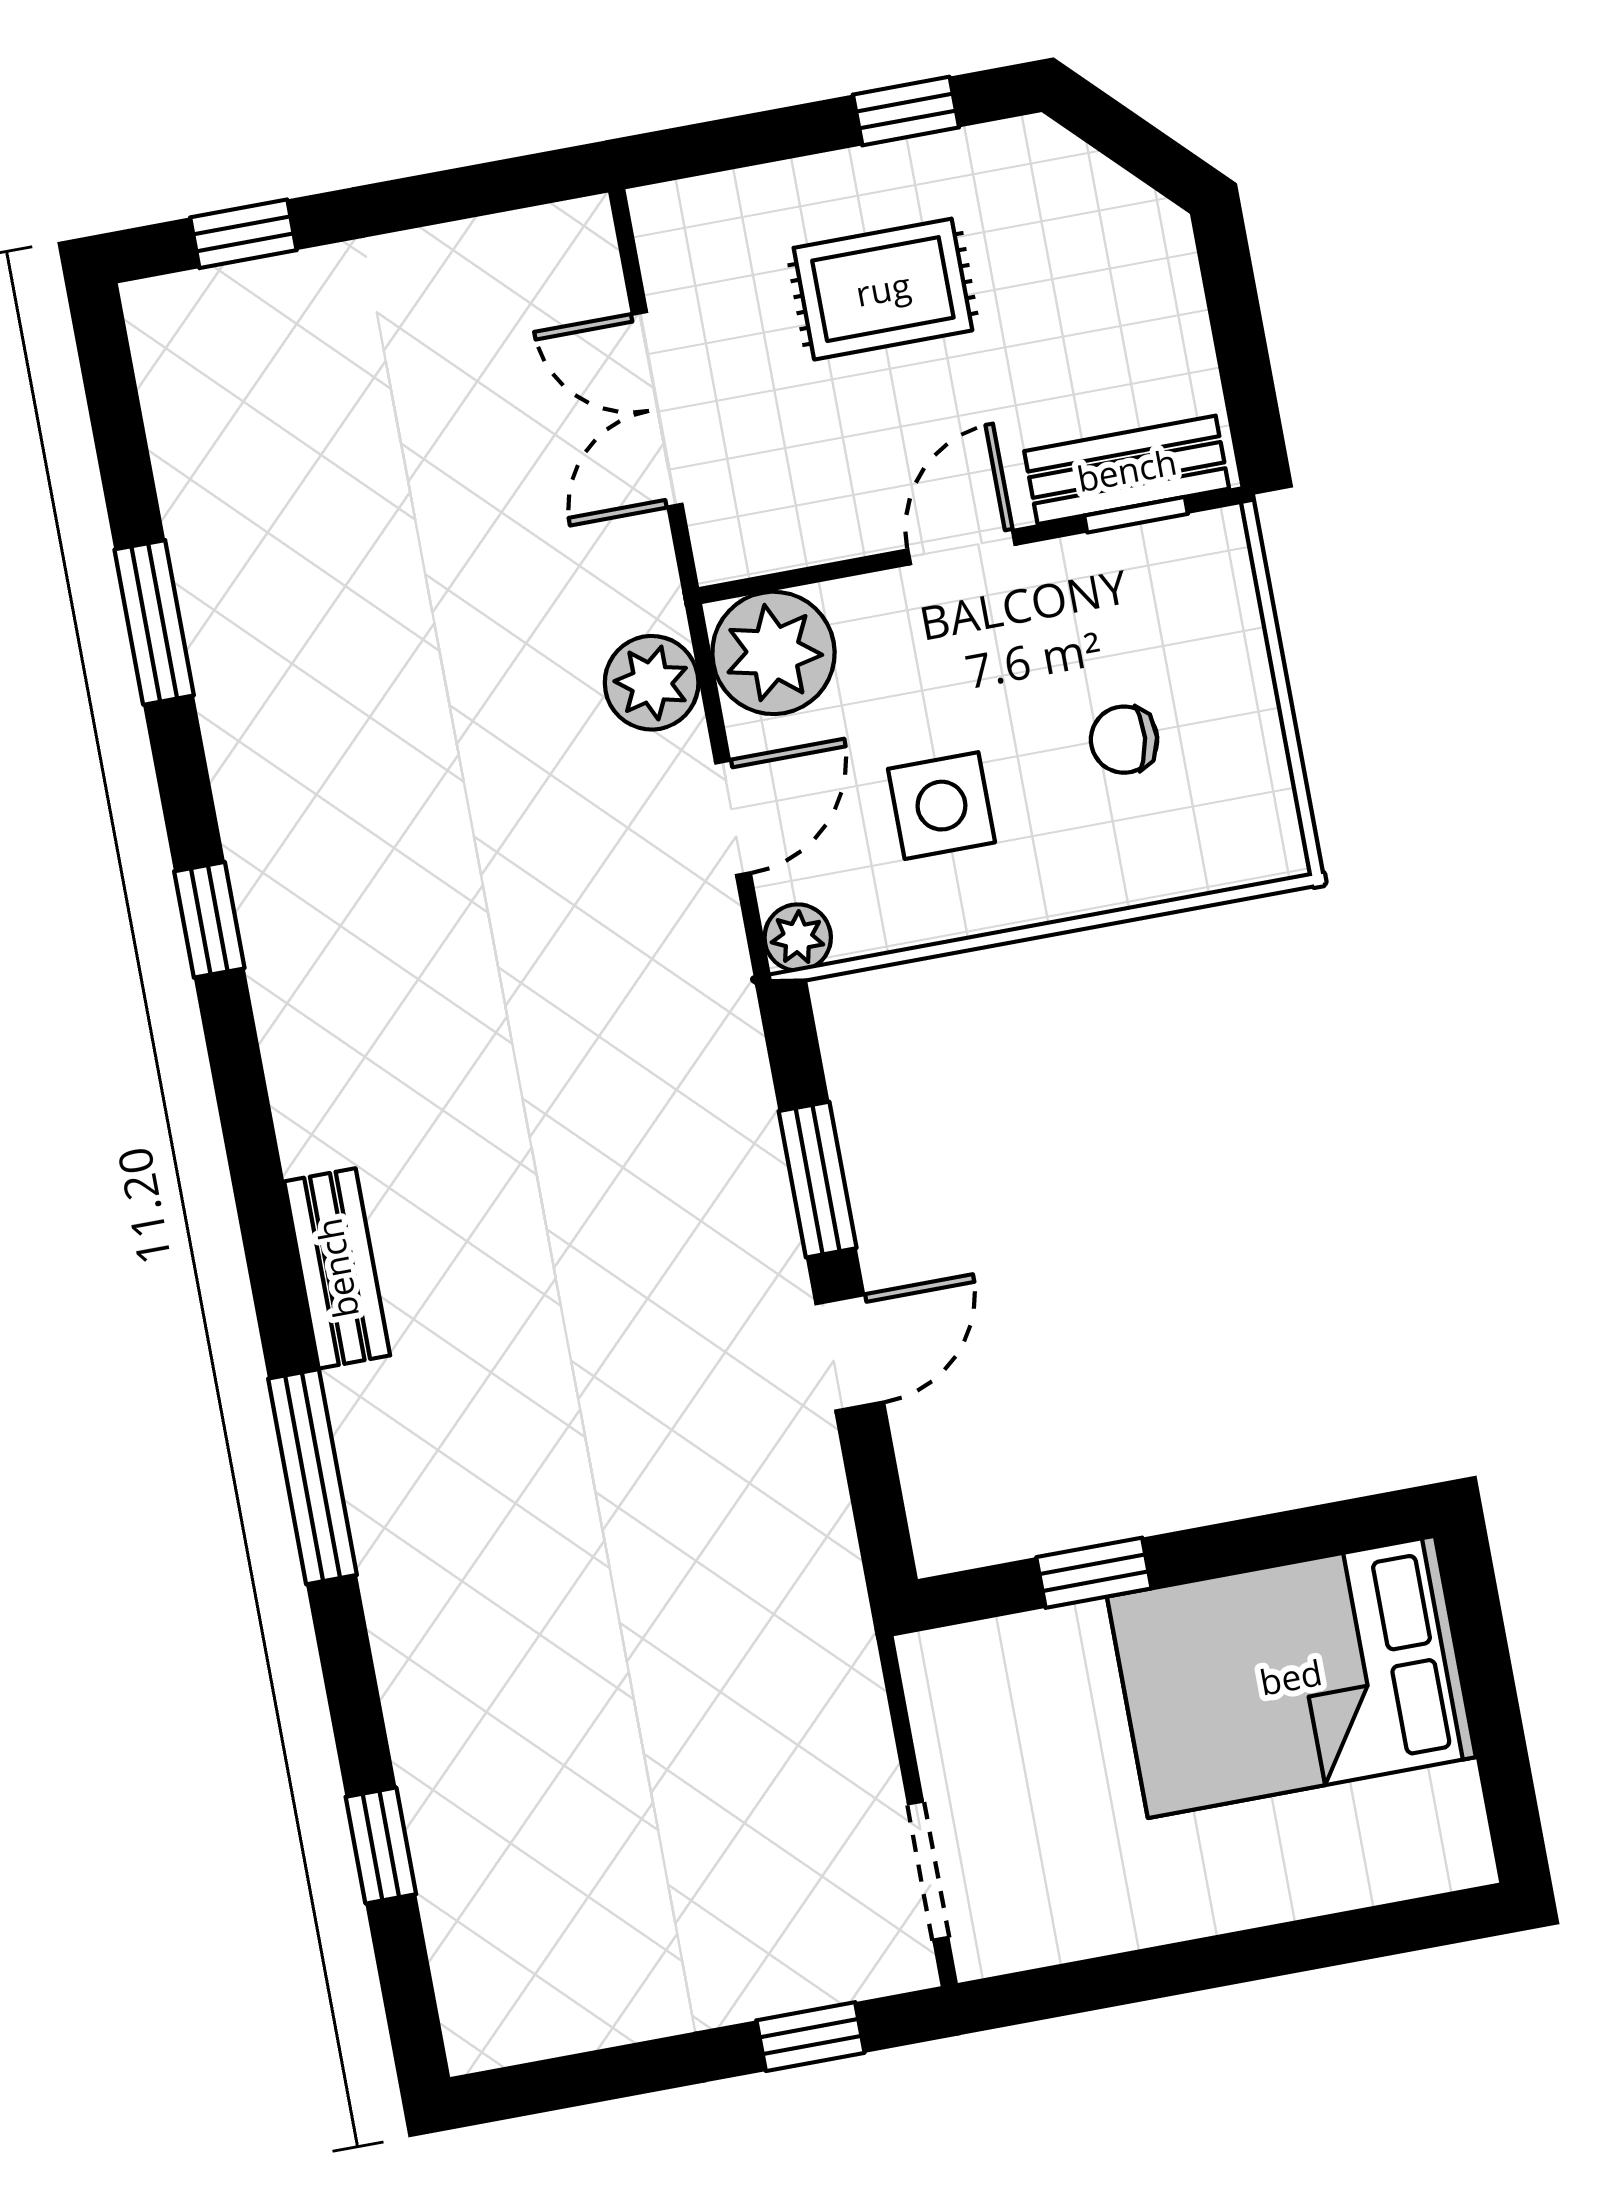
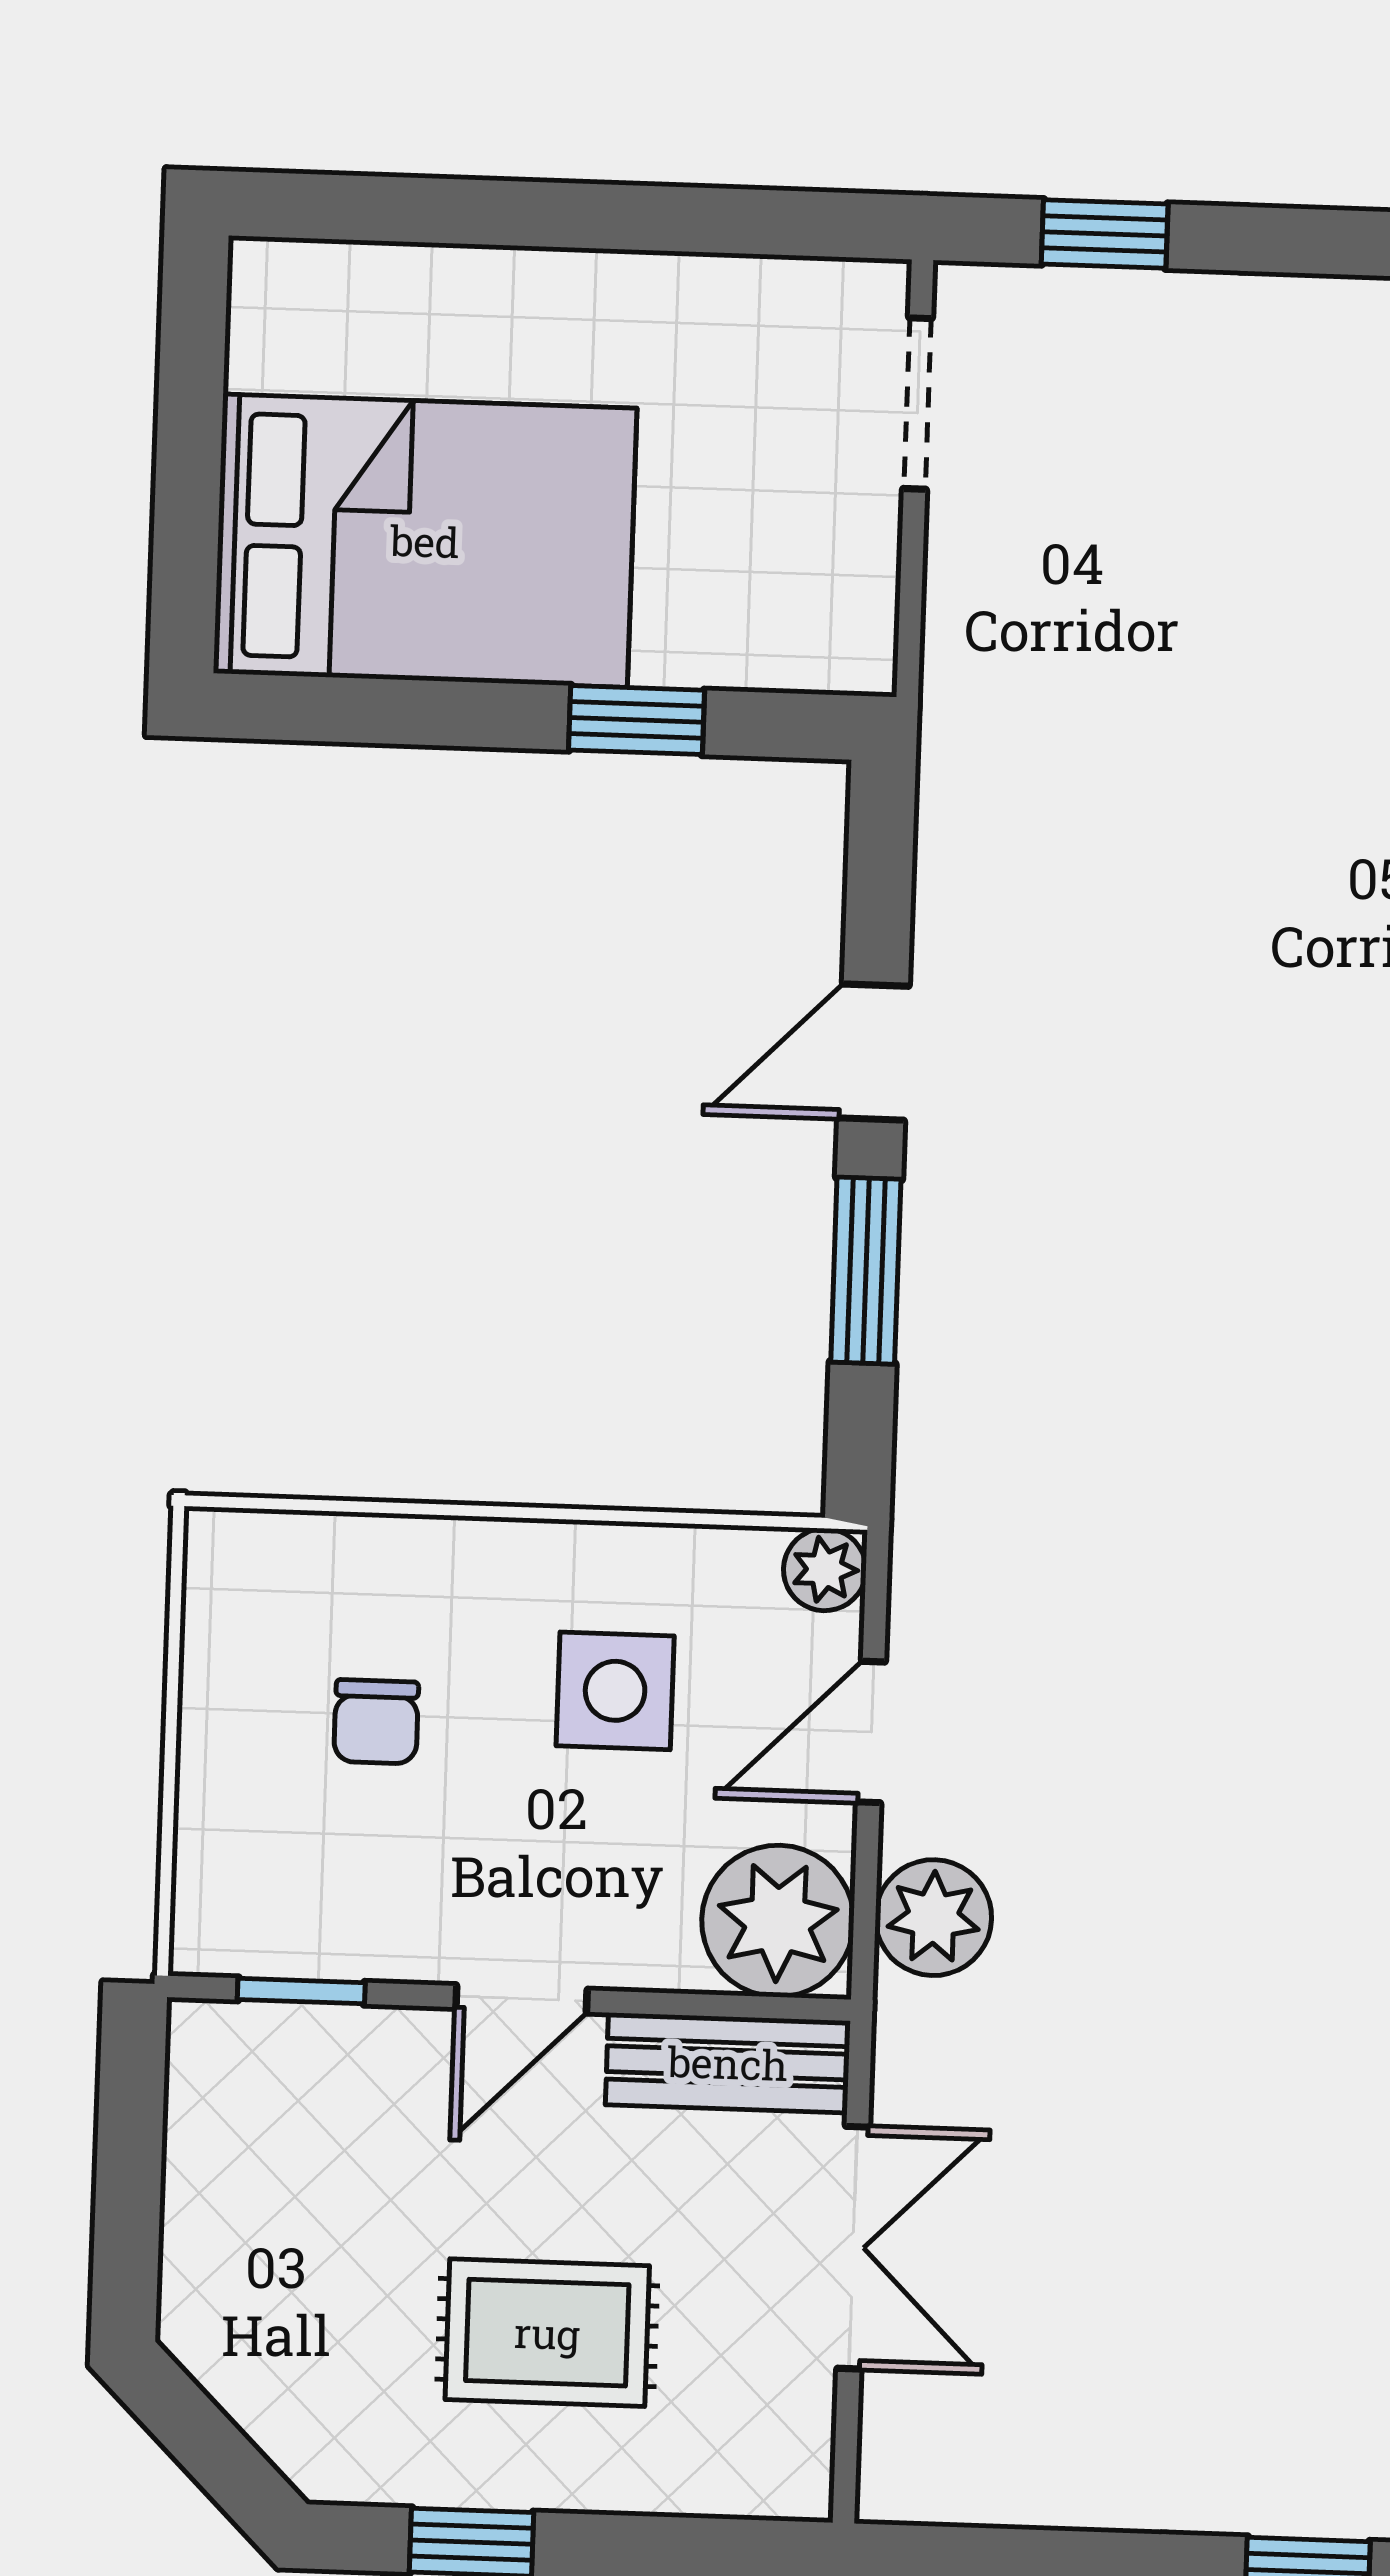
bench: (1127, 470) -> (728, 2063), moved
chair: (1124, 740) -> (376, 1722), turned 84

